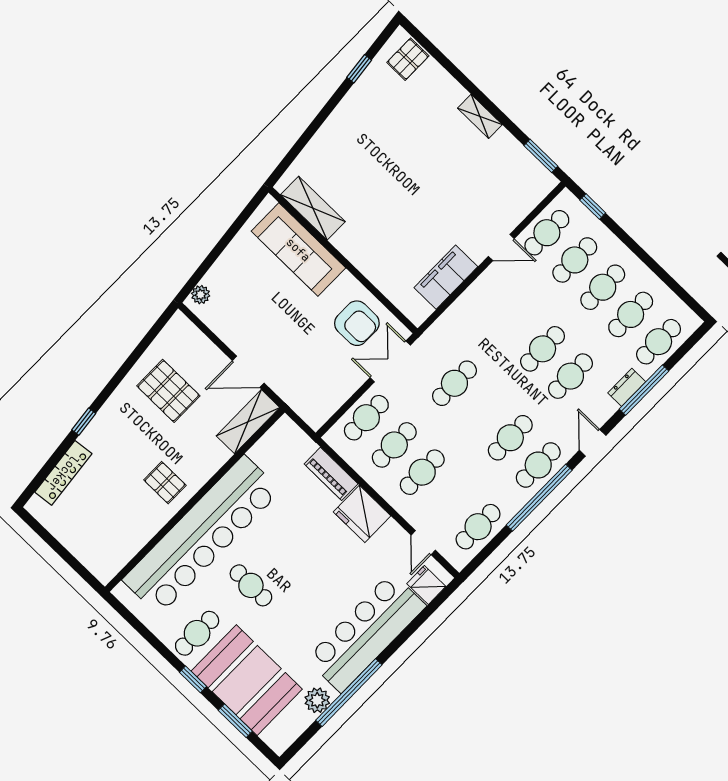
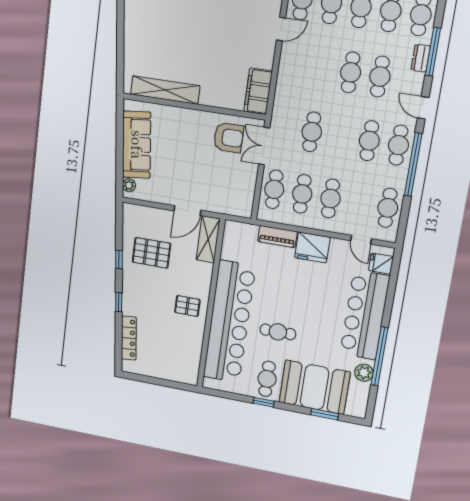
shelving: (313, 208) -> (165, 90), width x1.47
sofa: (298, 250) -> (137, 145), moved, turned -96
filing cabinet: (446, 277) -> (258, 91), moved
window: (123, 372) -> (119, 259), added
window: (193, 679) -> (264, 402), moved

